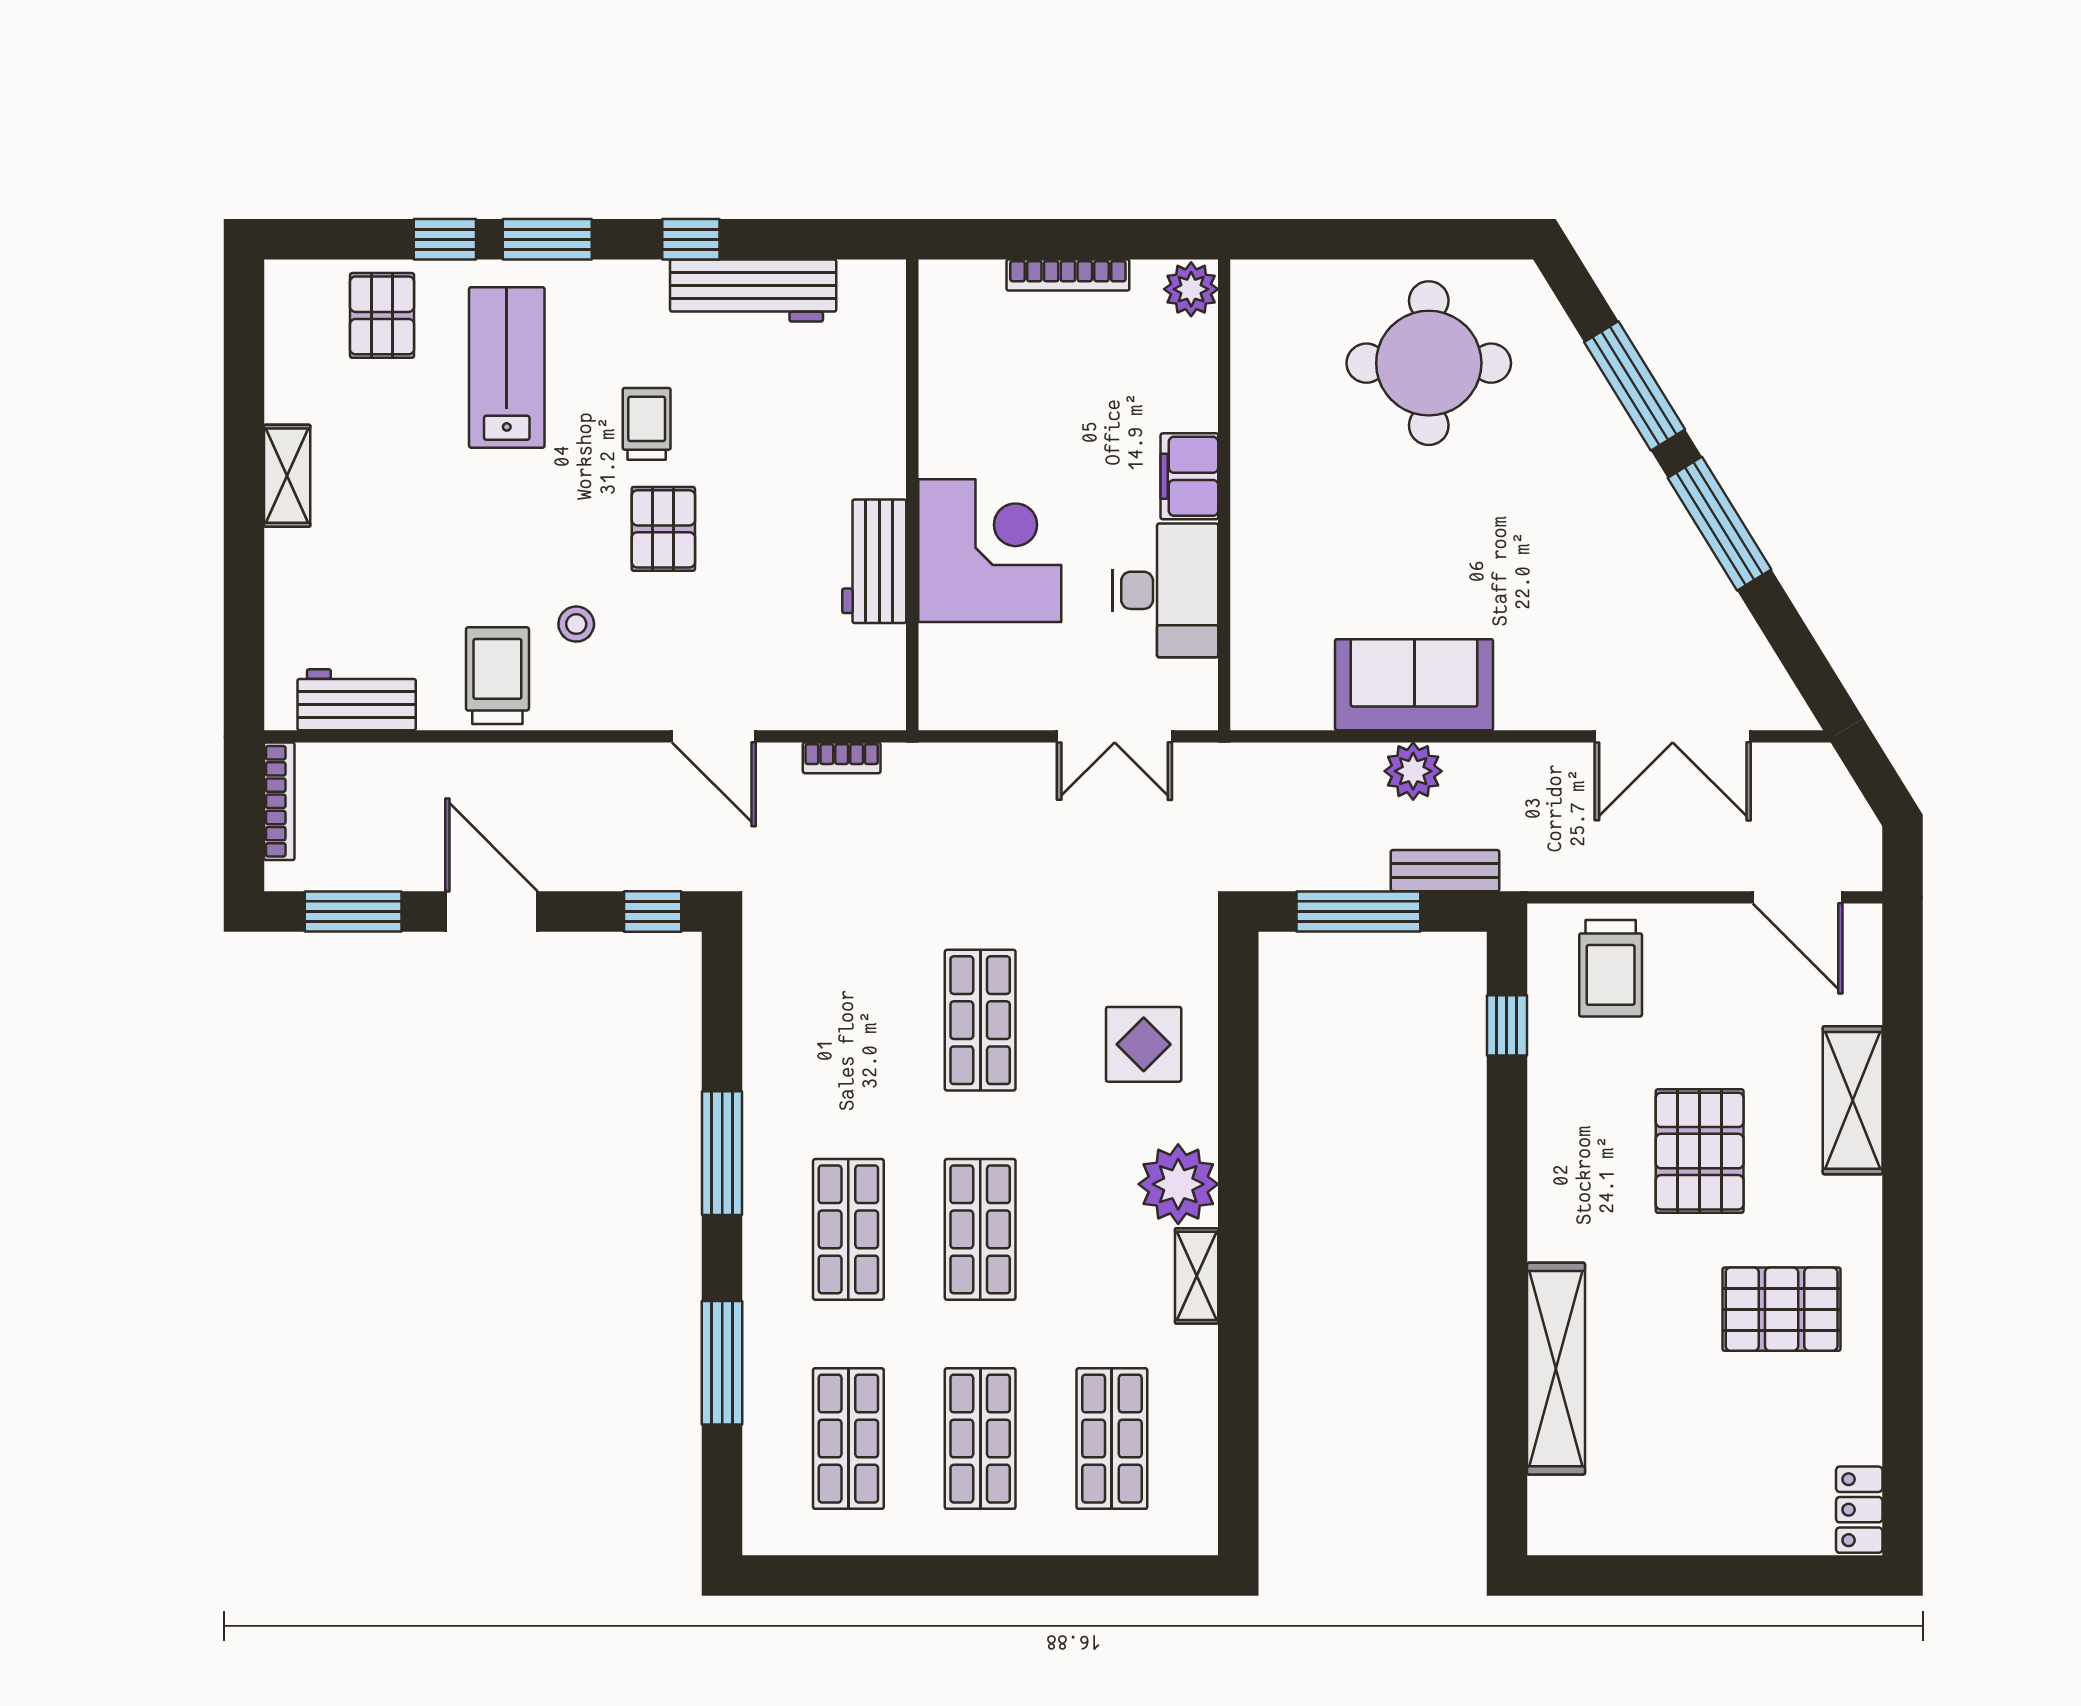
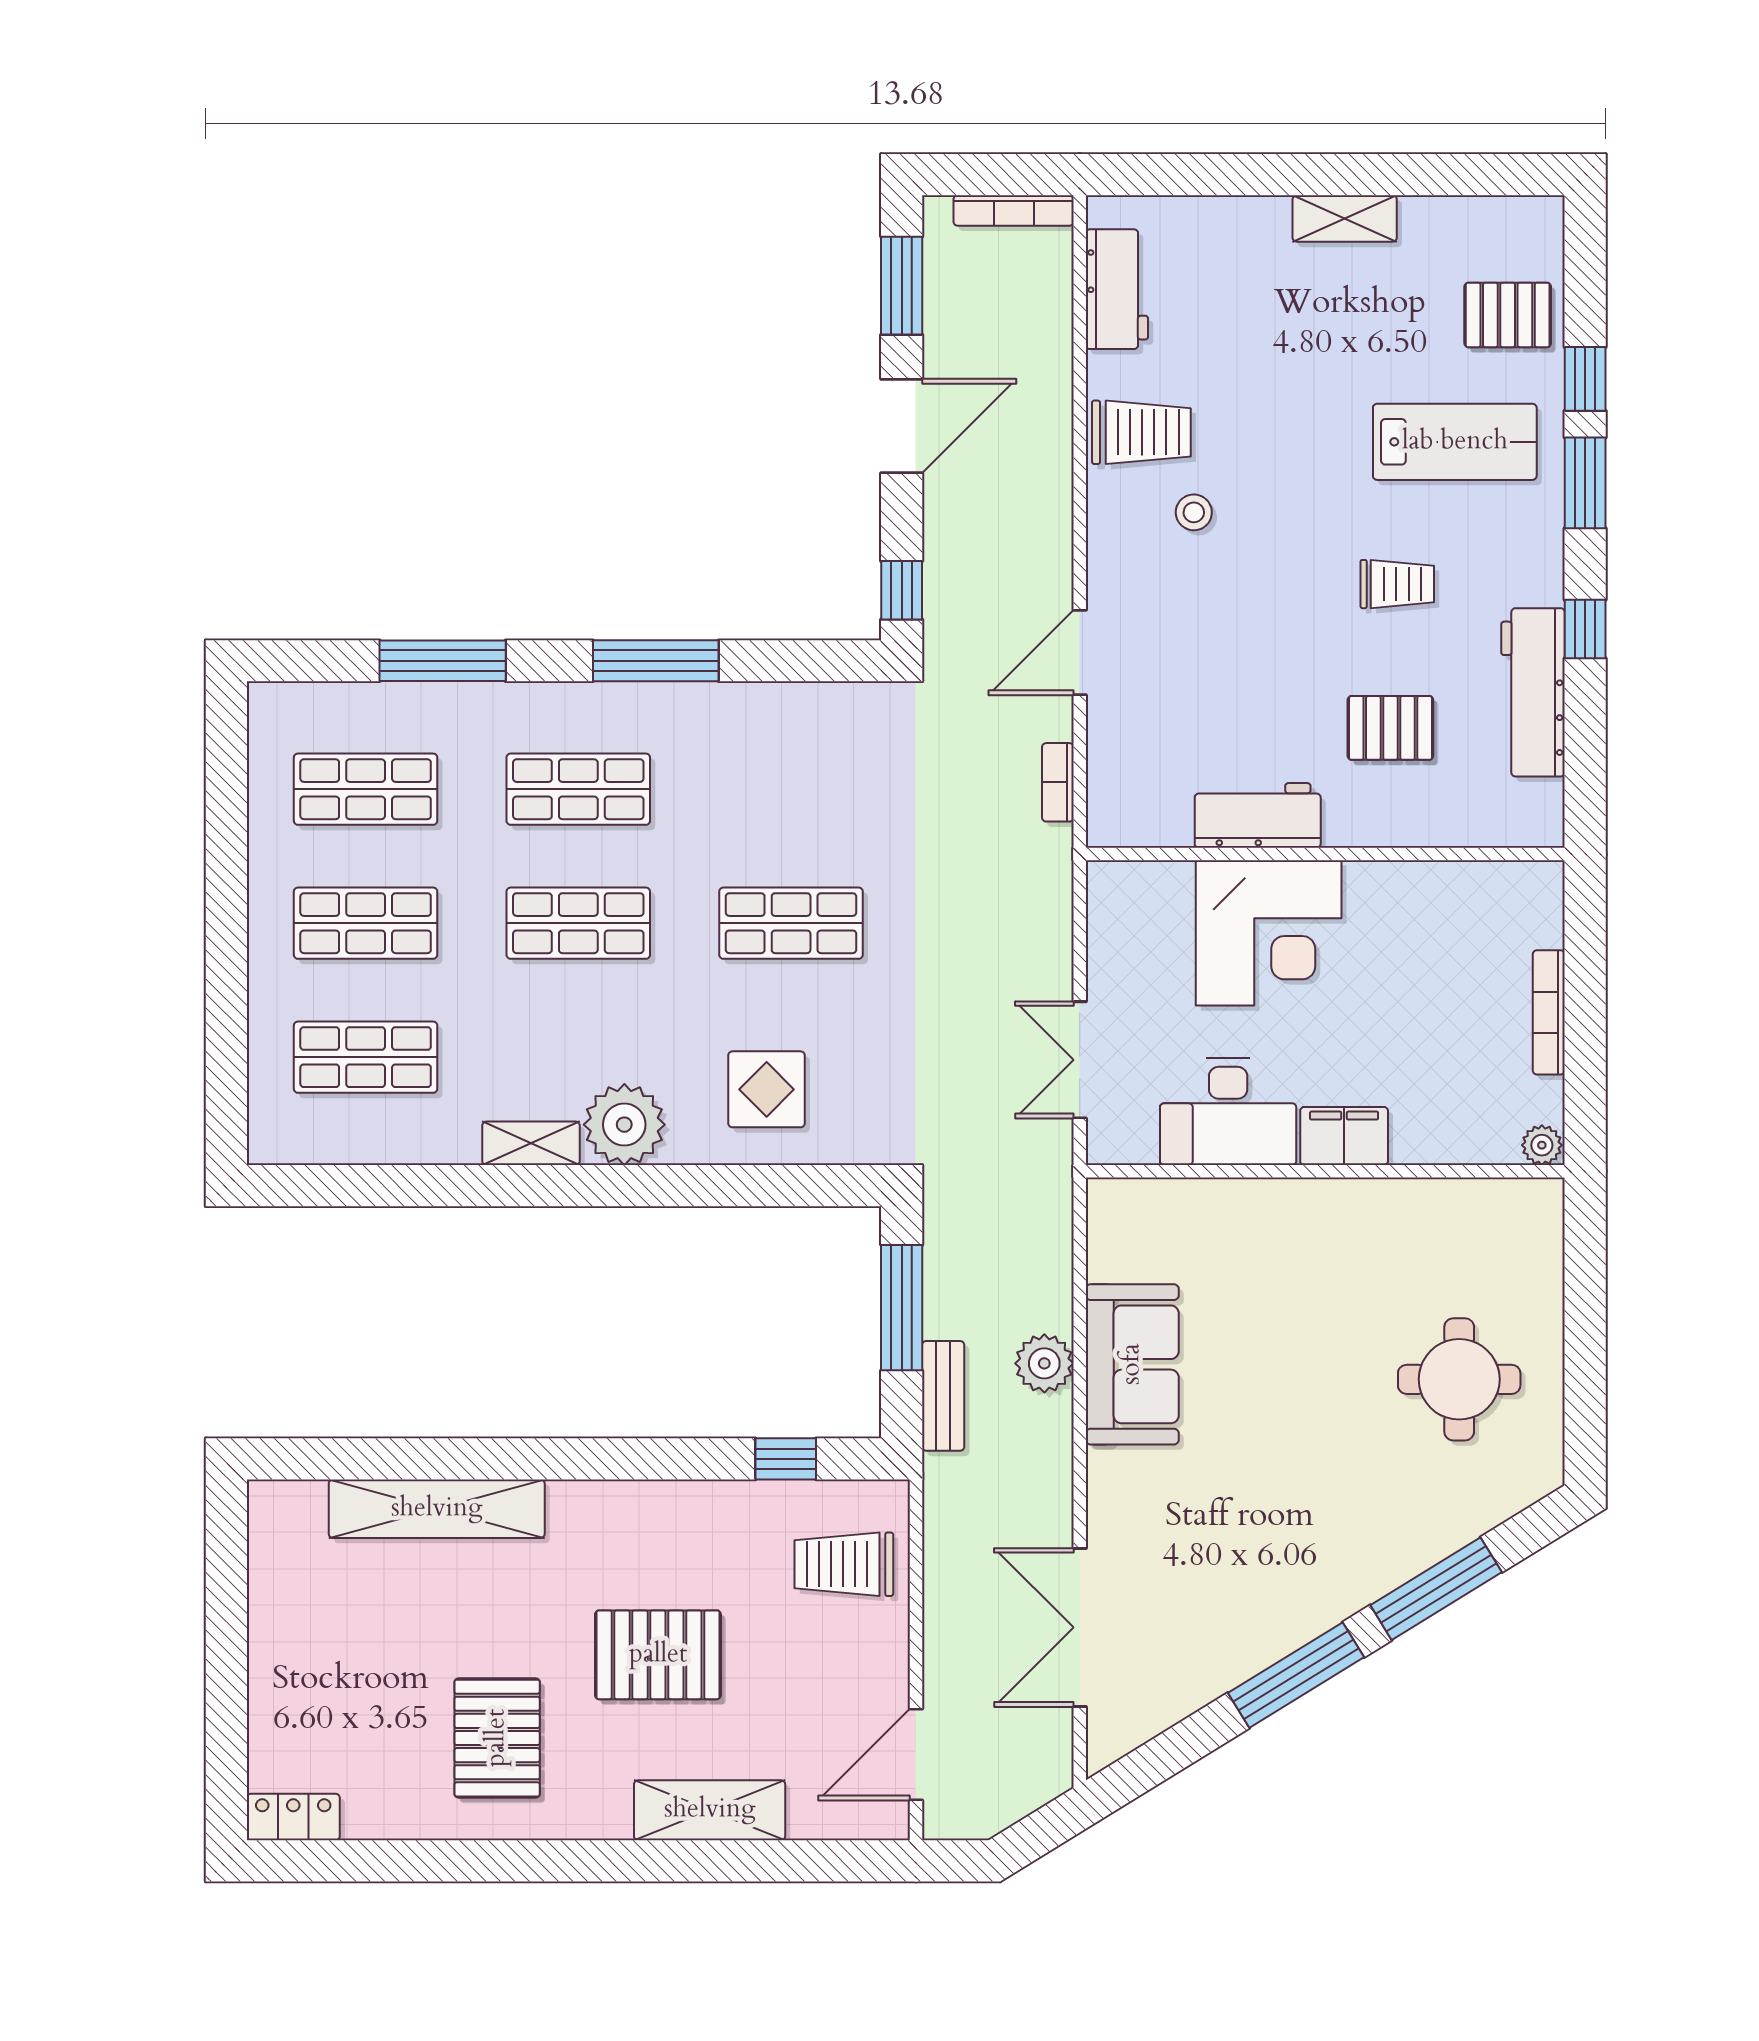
plant: (1191, 289) -> (1542, 1145), width x0.73, depth x0.73
round table: (1429, 363) -> (1459, 1379), width x0.73, depth x0.73
pallet: (663, 529) -> (1390, 728), moved

